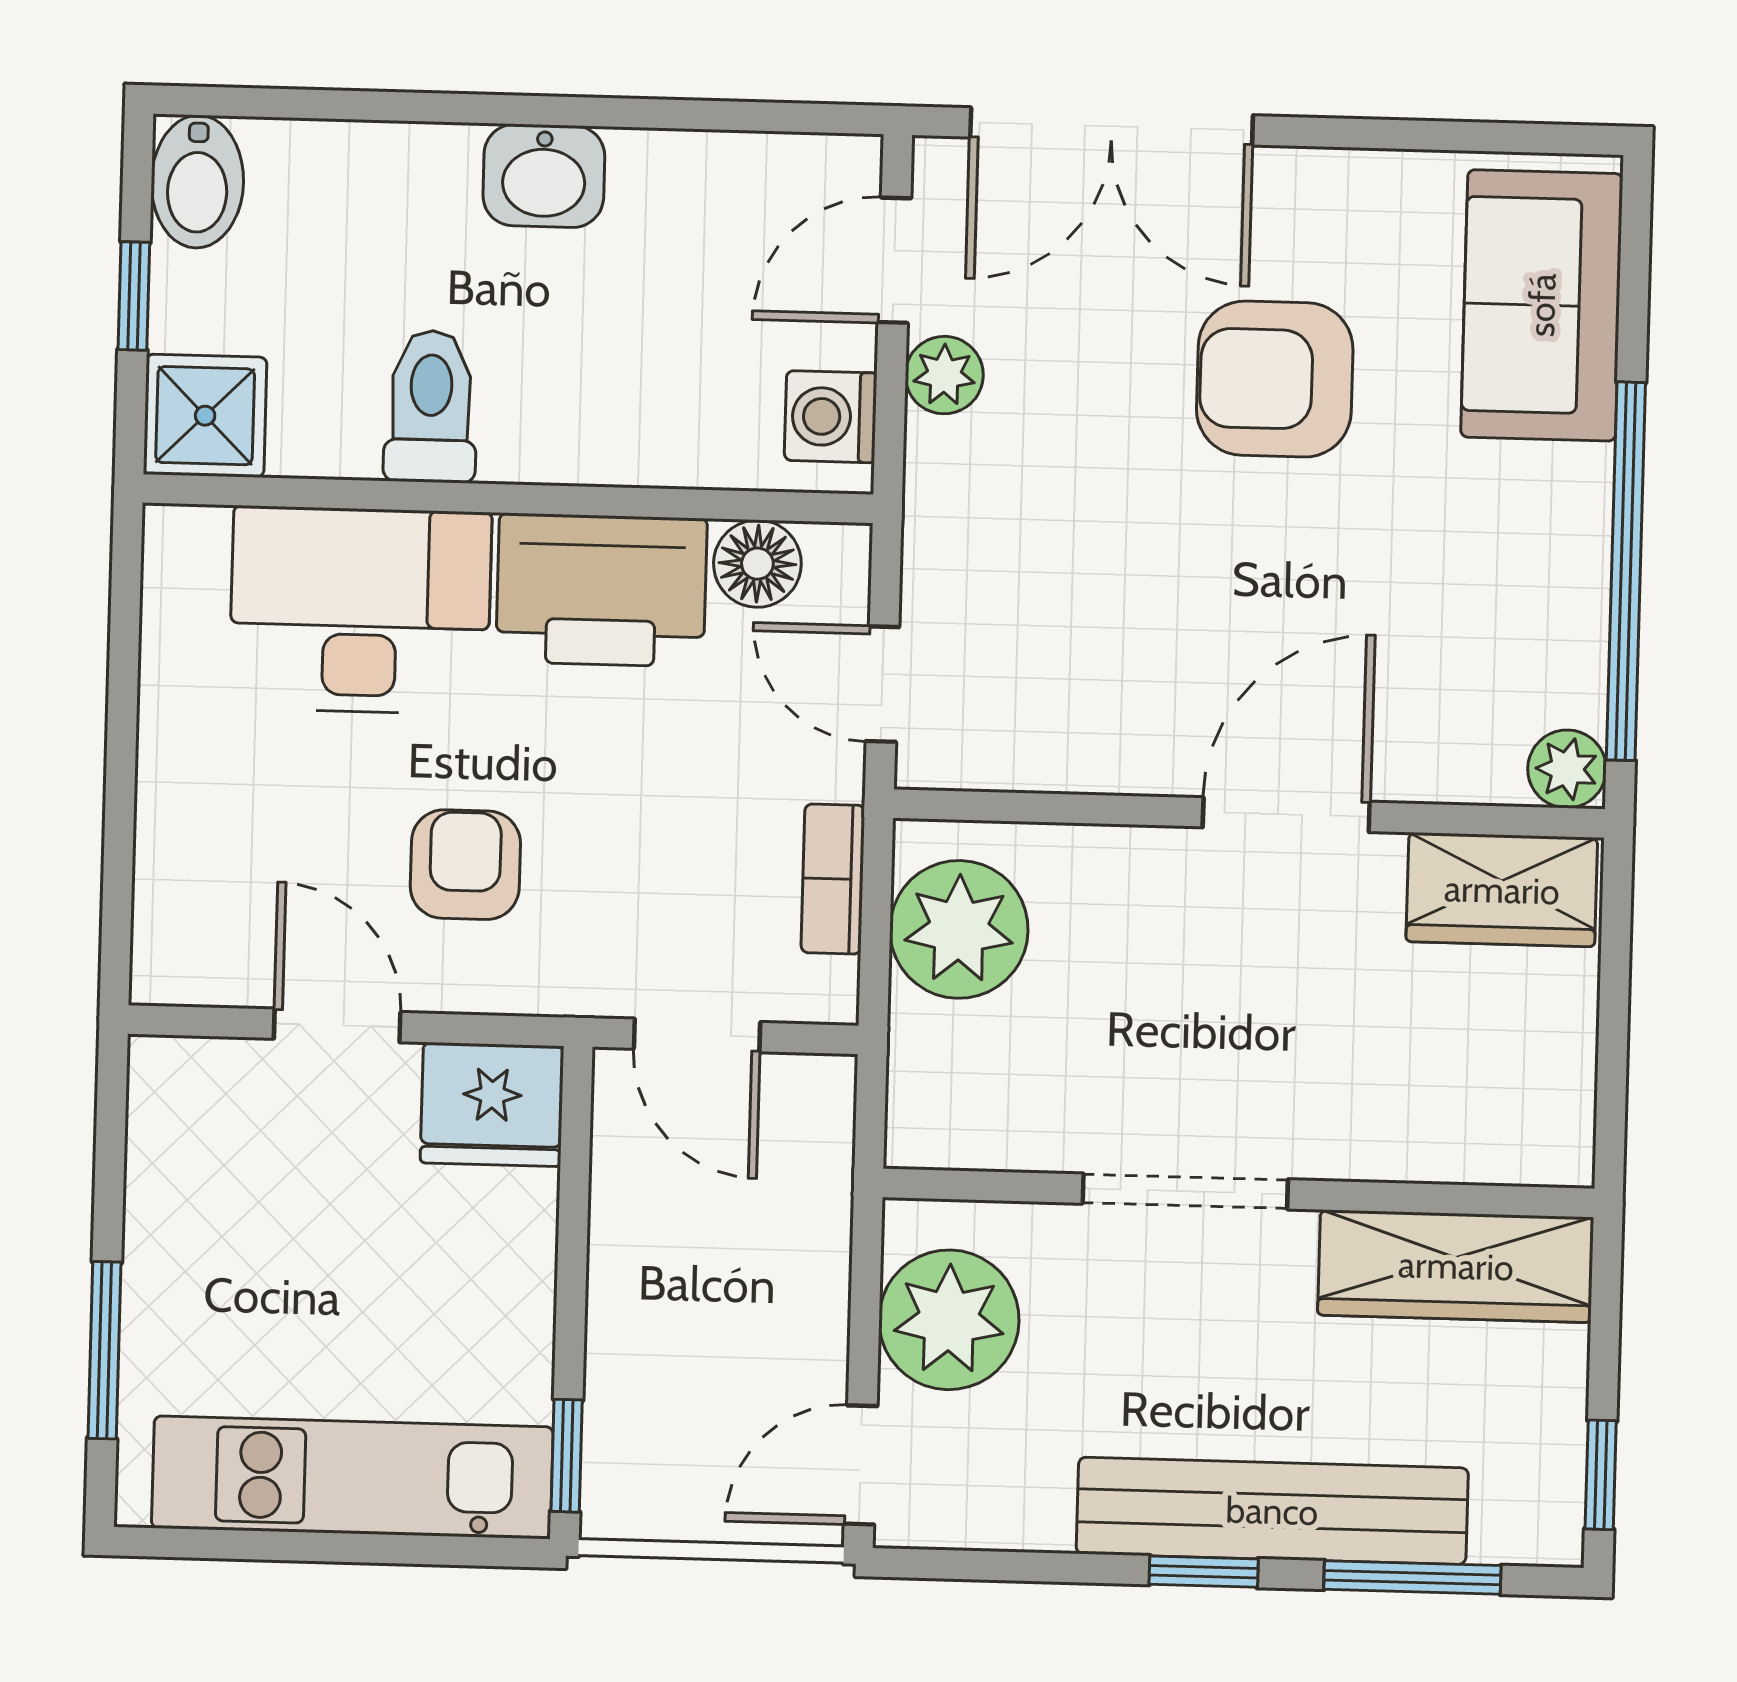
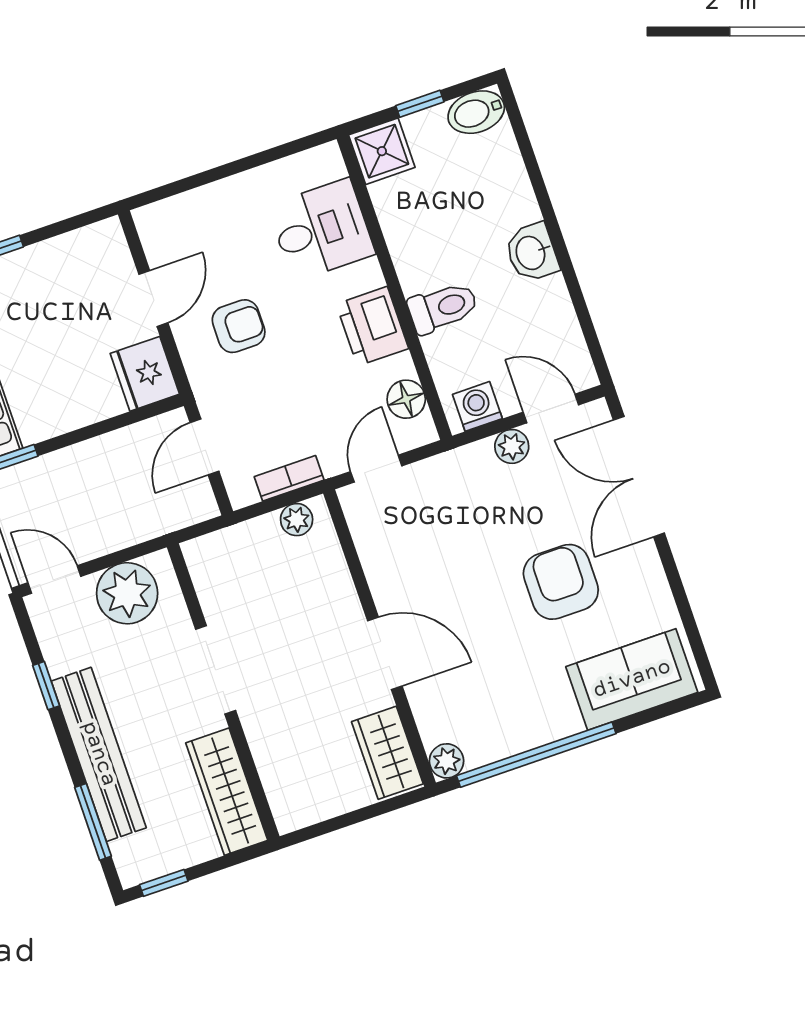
toilet: (431, 406) -> (443, 308), moved
printer: (601, 590) -> (372, 326), width x0.73, depth x0.84
desk: (360, 610) -> (321, 230), width x0.73
plant: (959, 929) -> (297, 520), width x0.53, depth x0.53
window: (1204, 1572) -> (46, 686), moved

